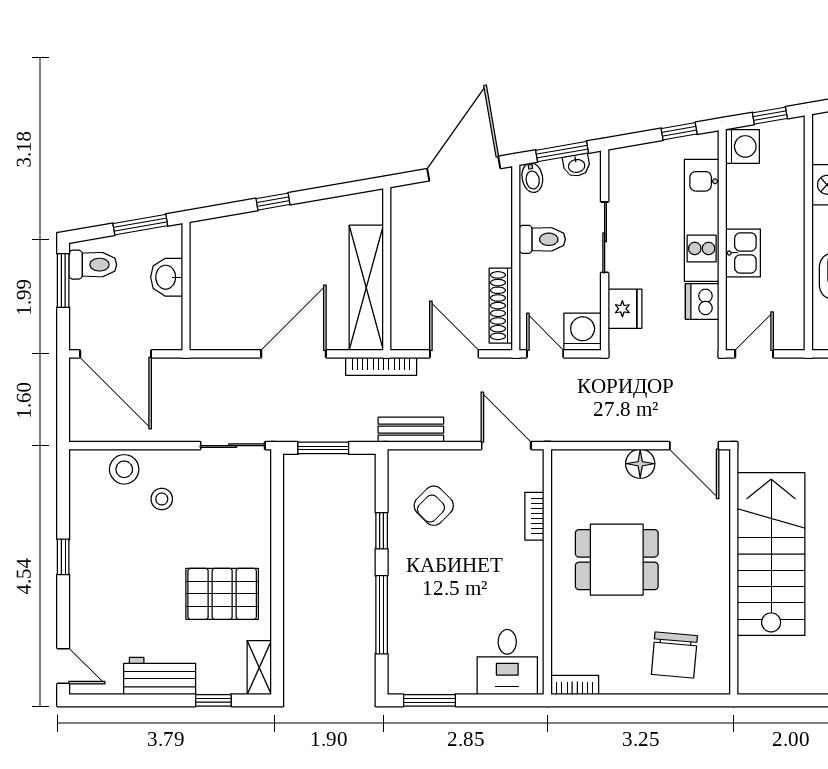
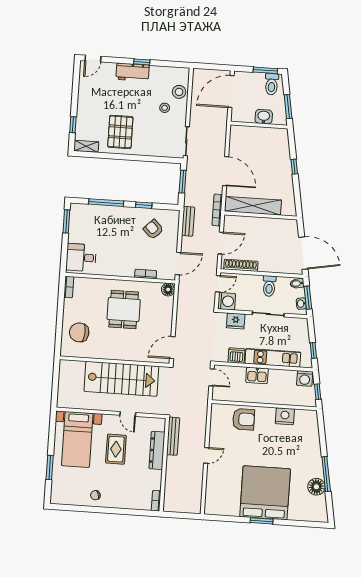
floor lamp: (640, 464) -> (168, 290), moved
workbench: (160, 676) -> (133, 72), moved, turned 90

